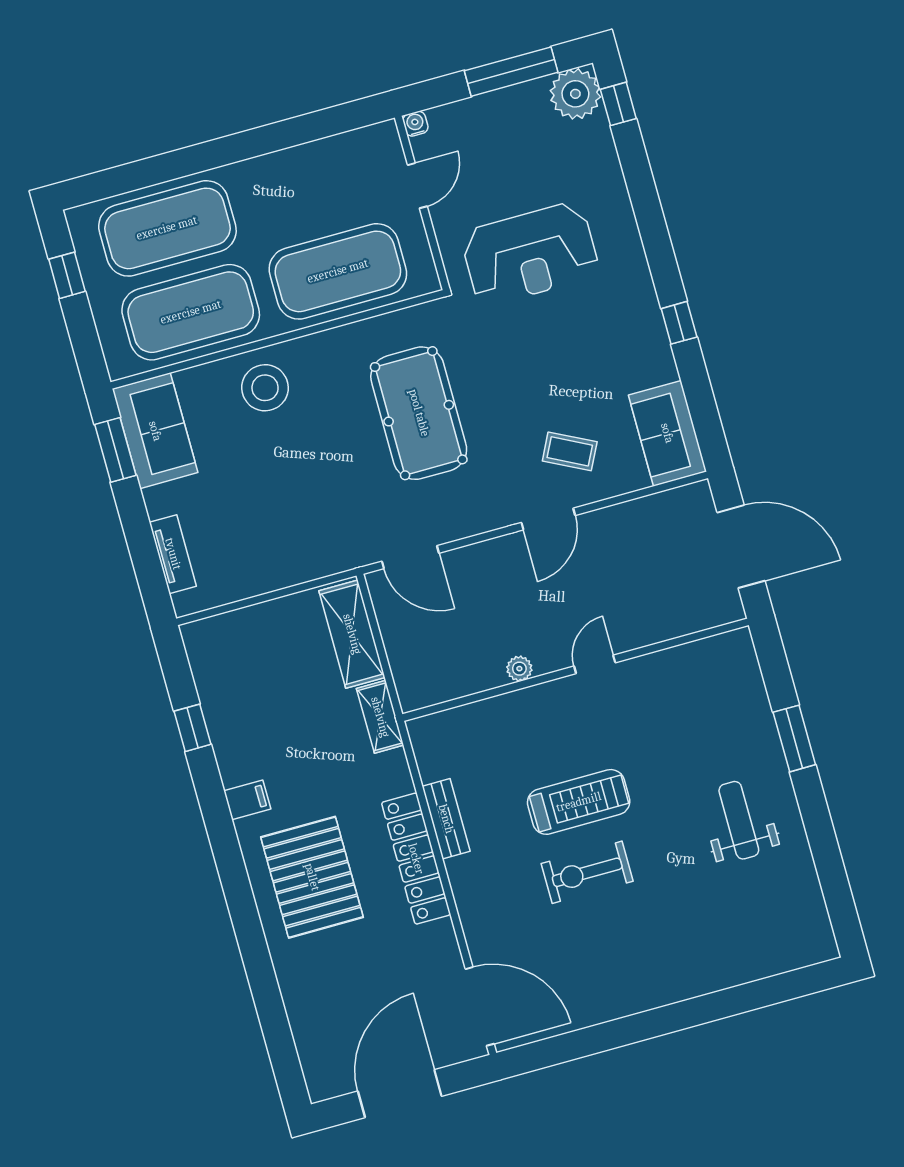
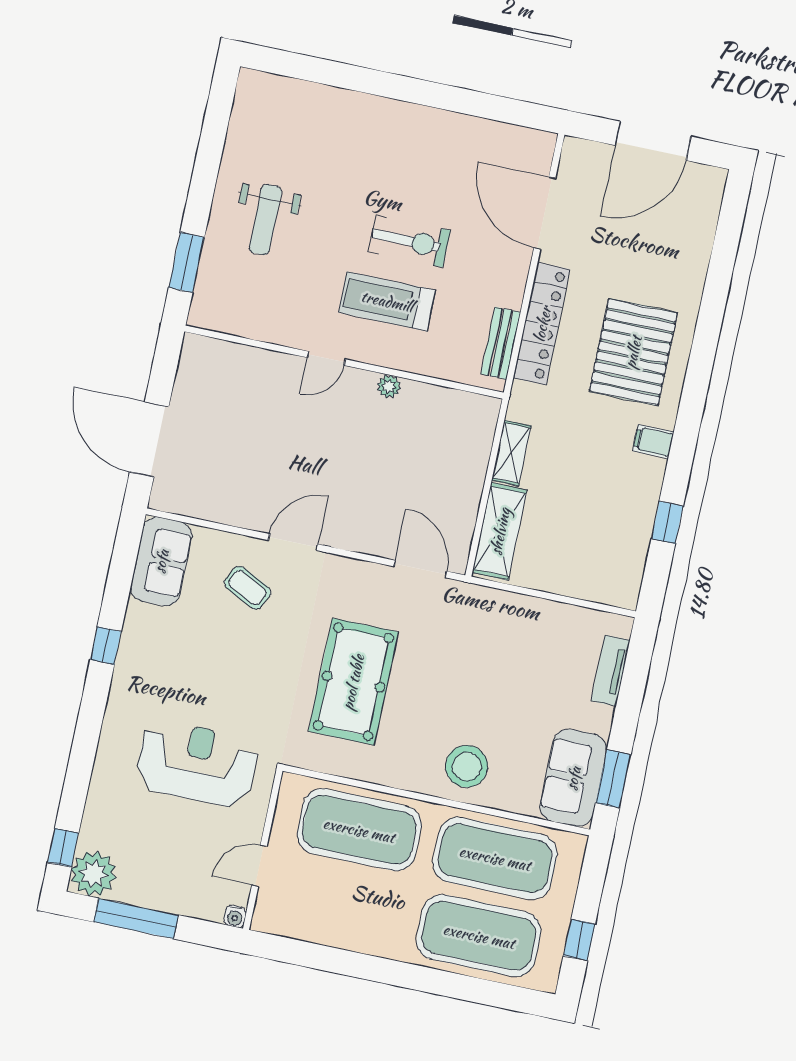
door: (595, 664) -> (326, 358), moved
plant: (519, 669) -> (389, 386), moved
wall: (576, 670) -> (344, 362), moved
door: (480, 1006) -> (545, 213), moved

